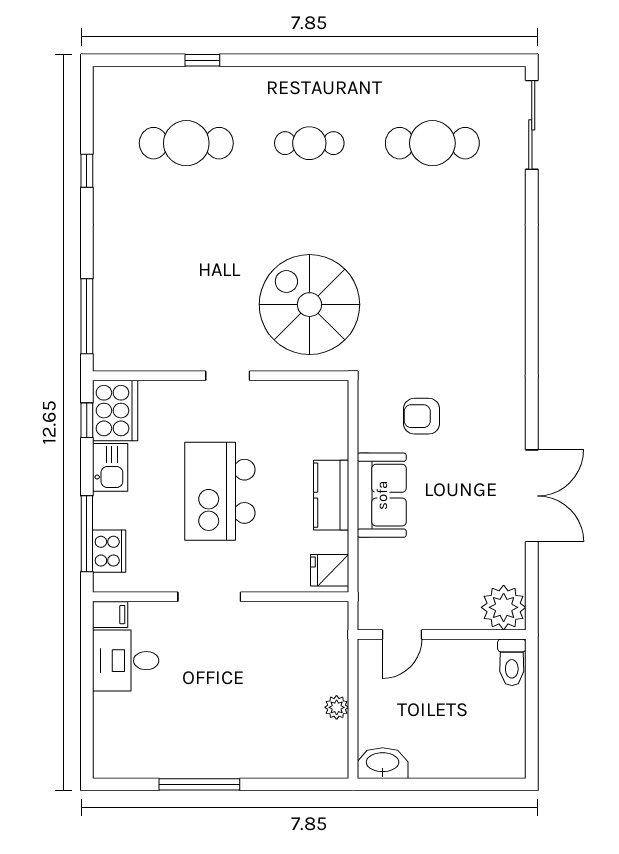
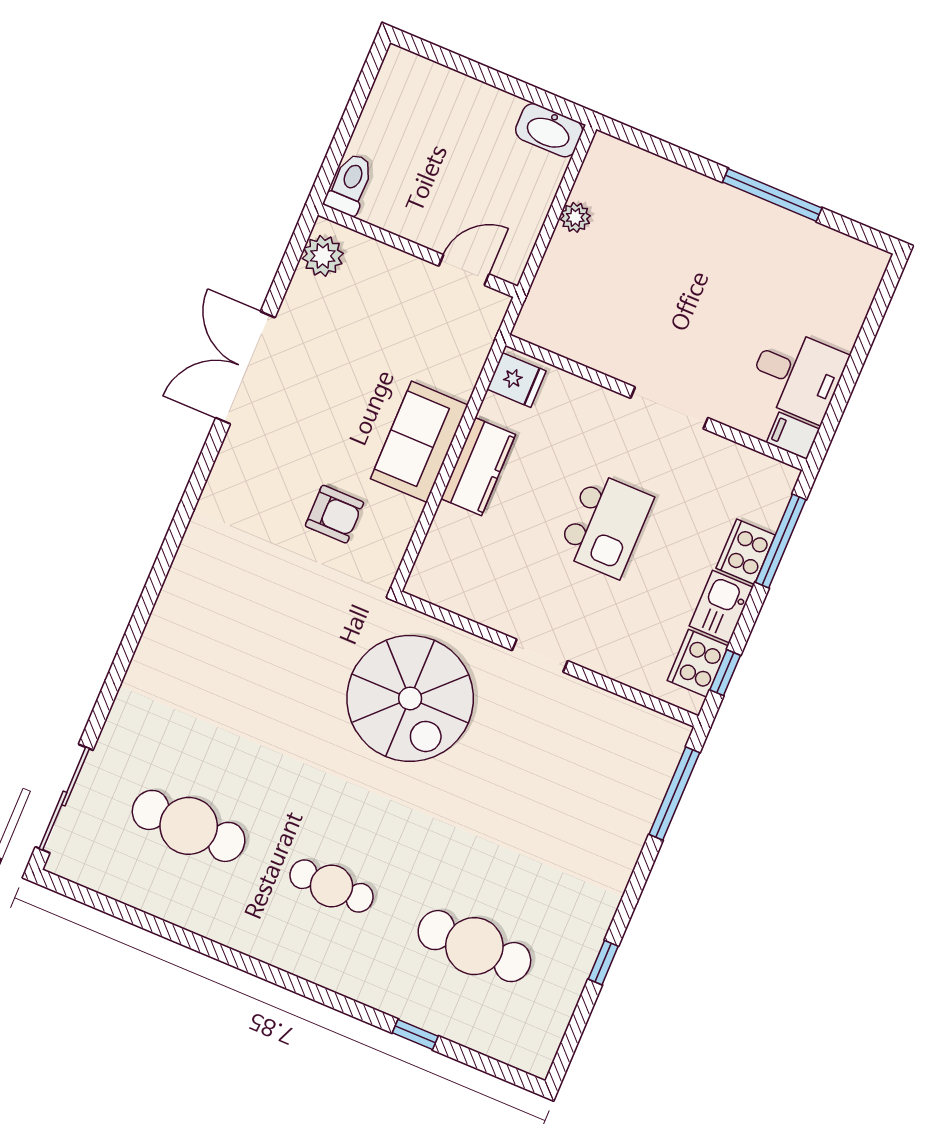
cooker: (115, 411) -> (698, 663), width x0.73, depth x0.76
kitchen island: (220, 491) -> (605, 525), width x0.73, depth x0.78
cooker: (109, 551) -> (746, 552), moved
plant: (504, 607) -> (323, 256), width x0.73, depth x0.73

